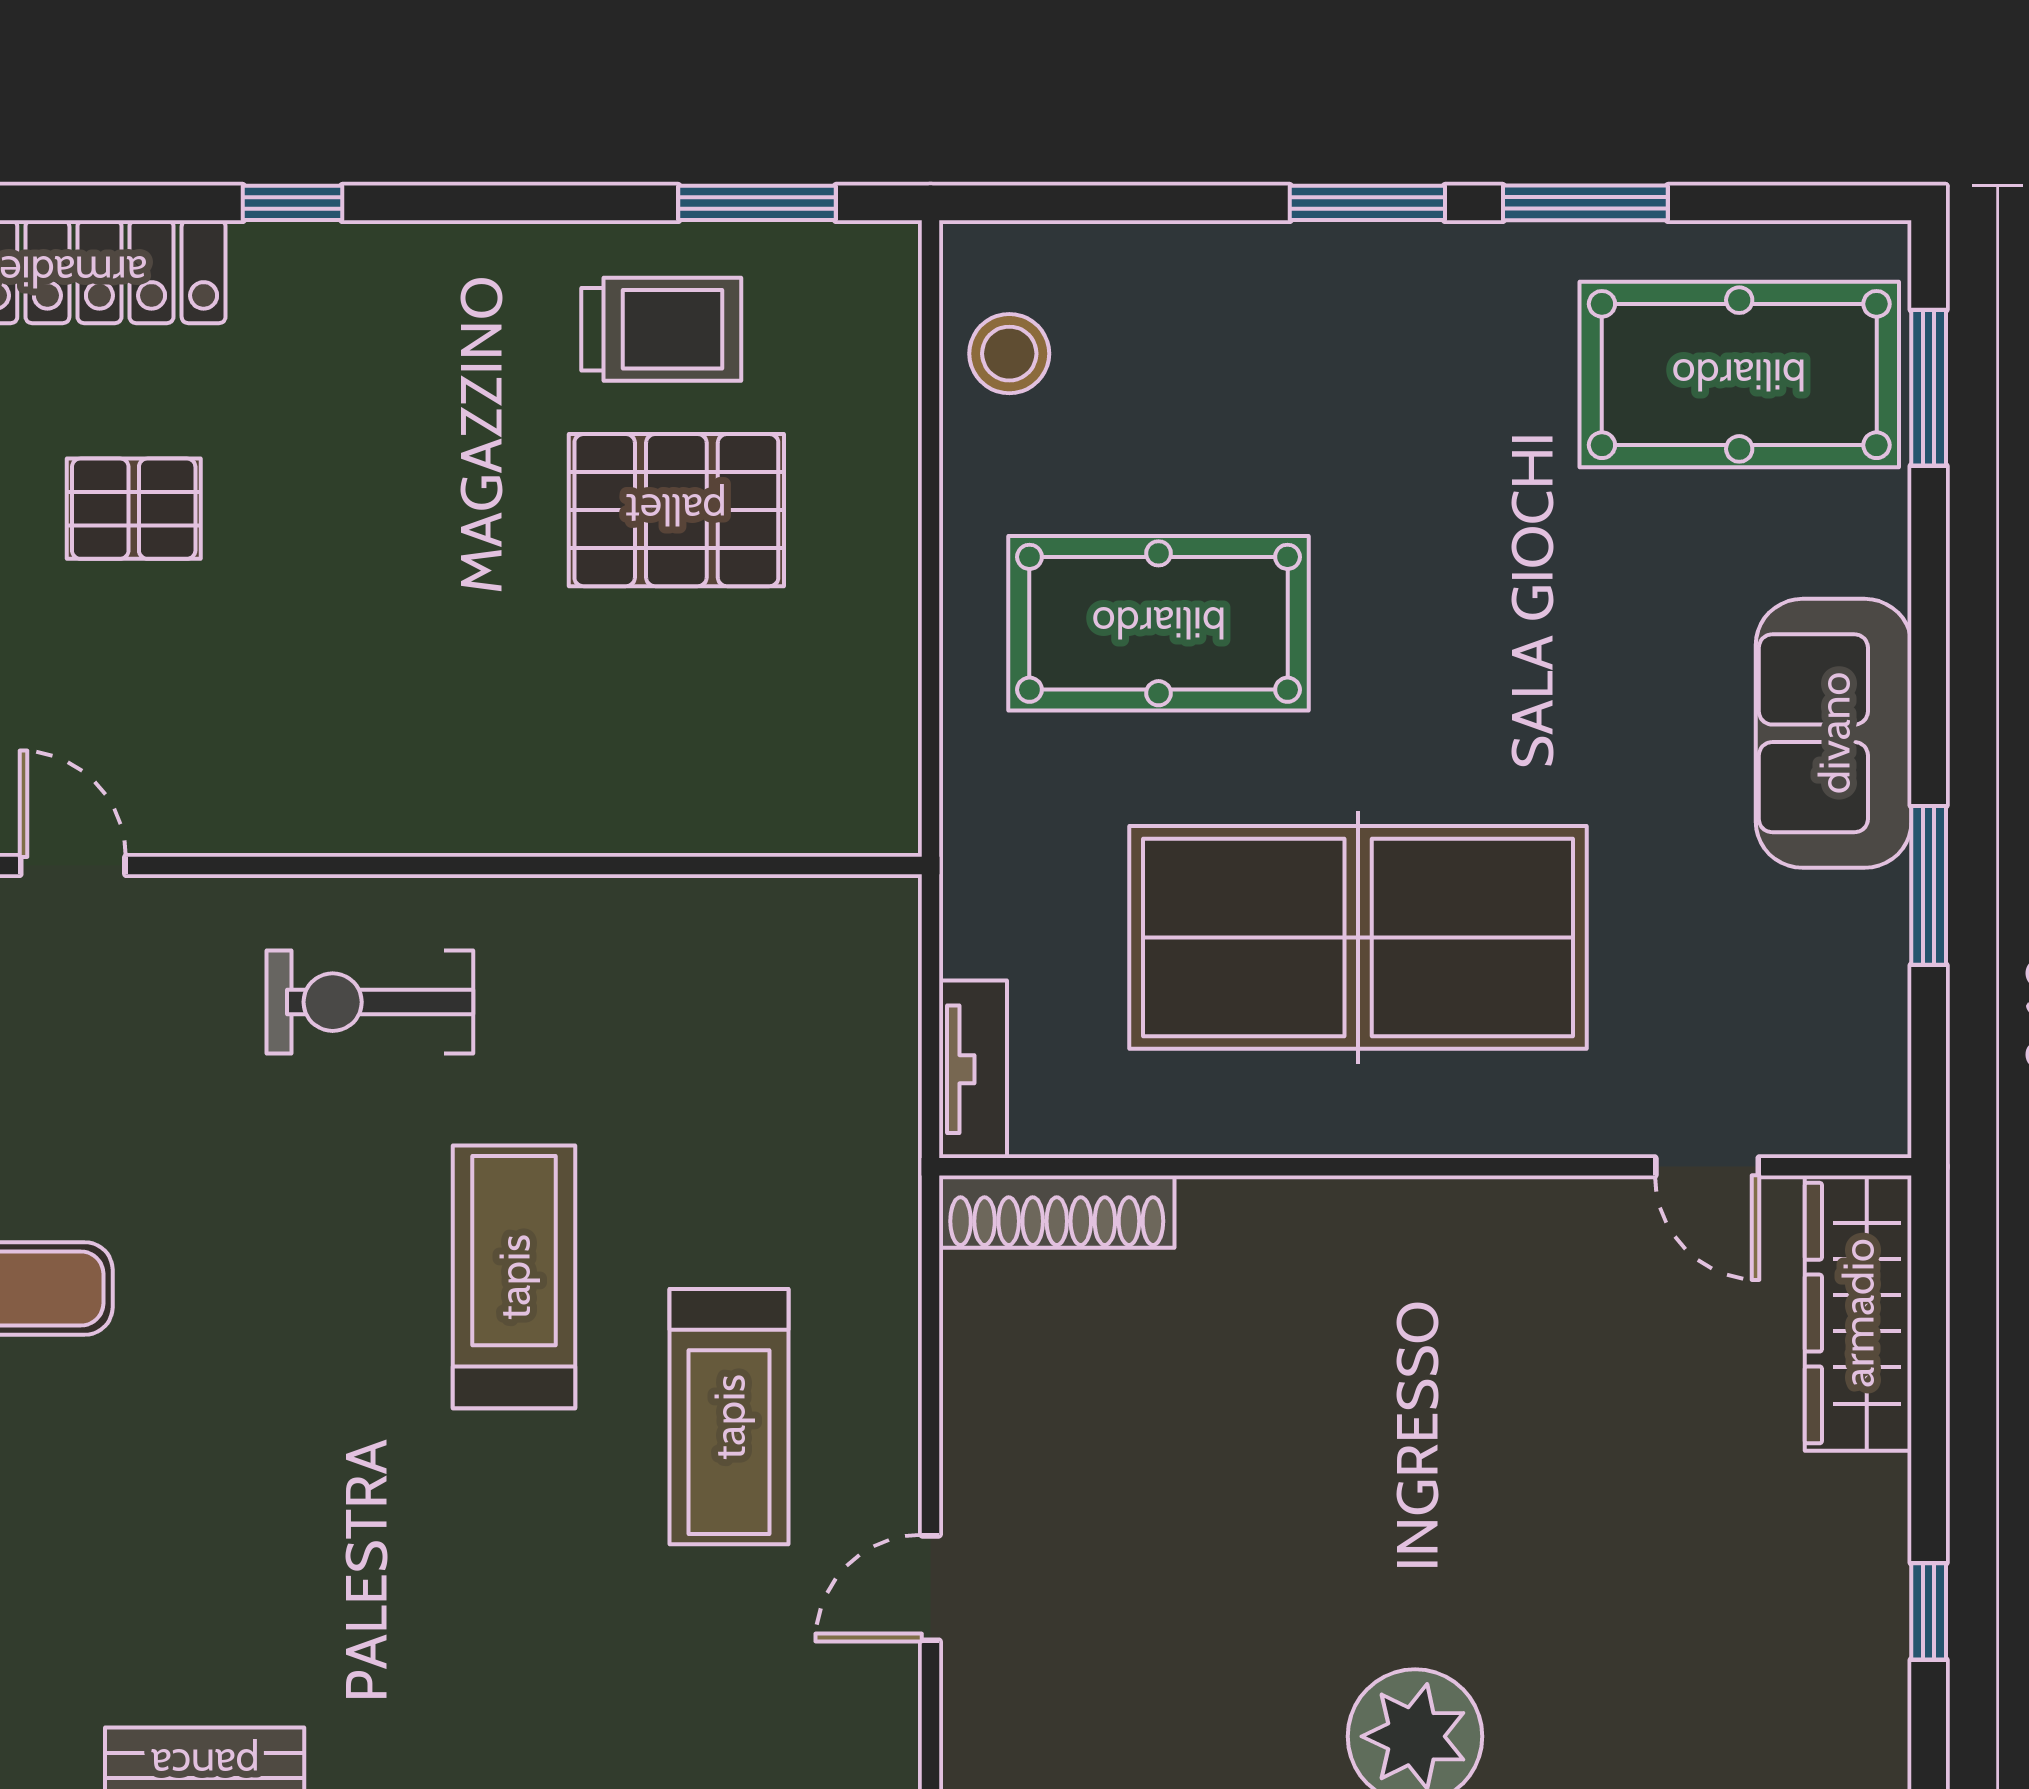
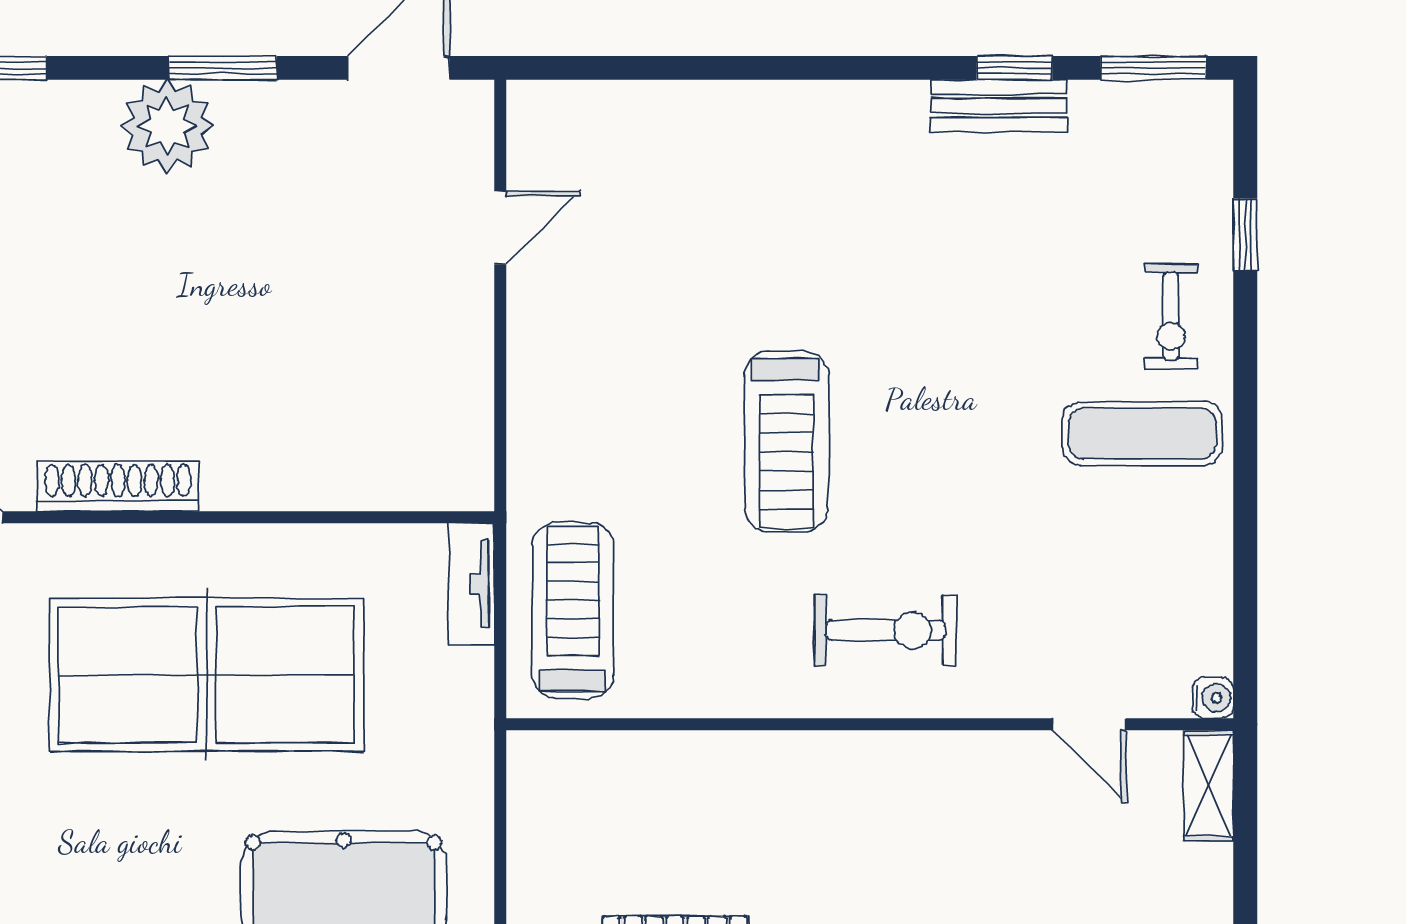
shoe rack: (1057, 1212) -> (118, 486), moved
treadmill: (729, 1417) -> (573, 610), moved

